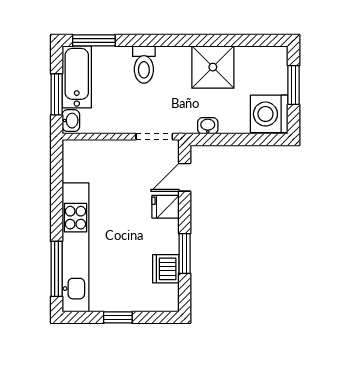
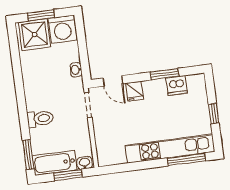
shower: (213, 67) -> (35, 35), moved

